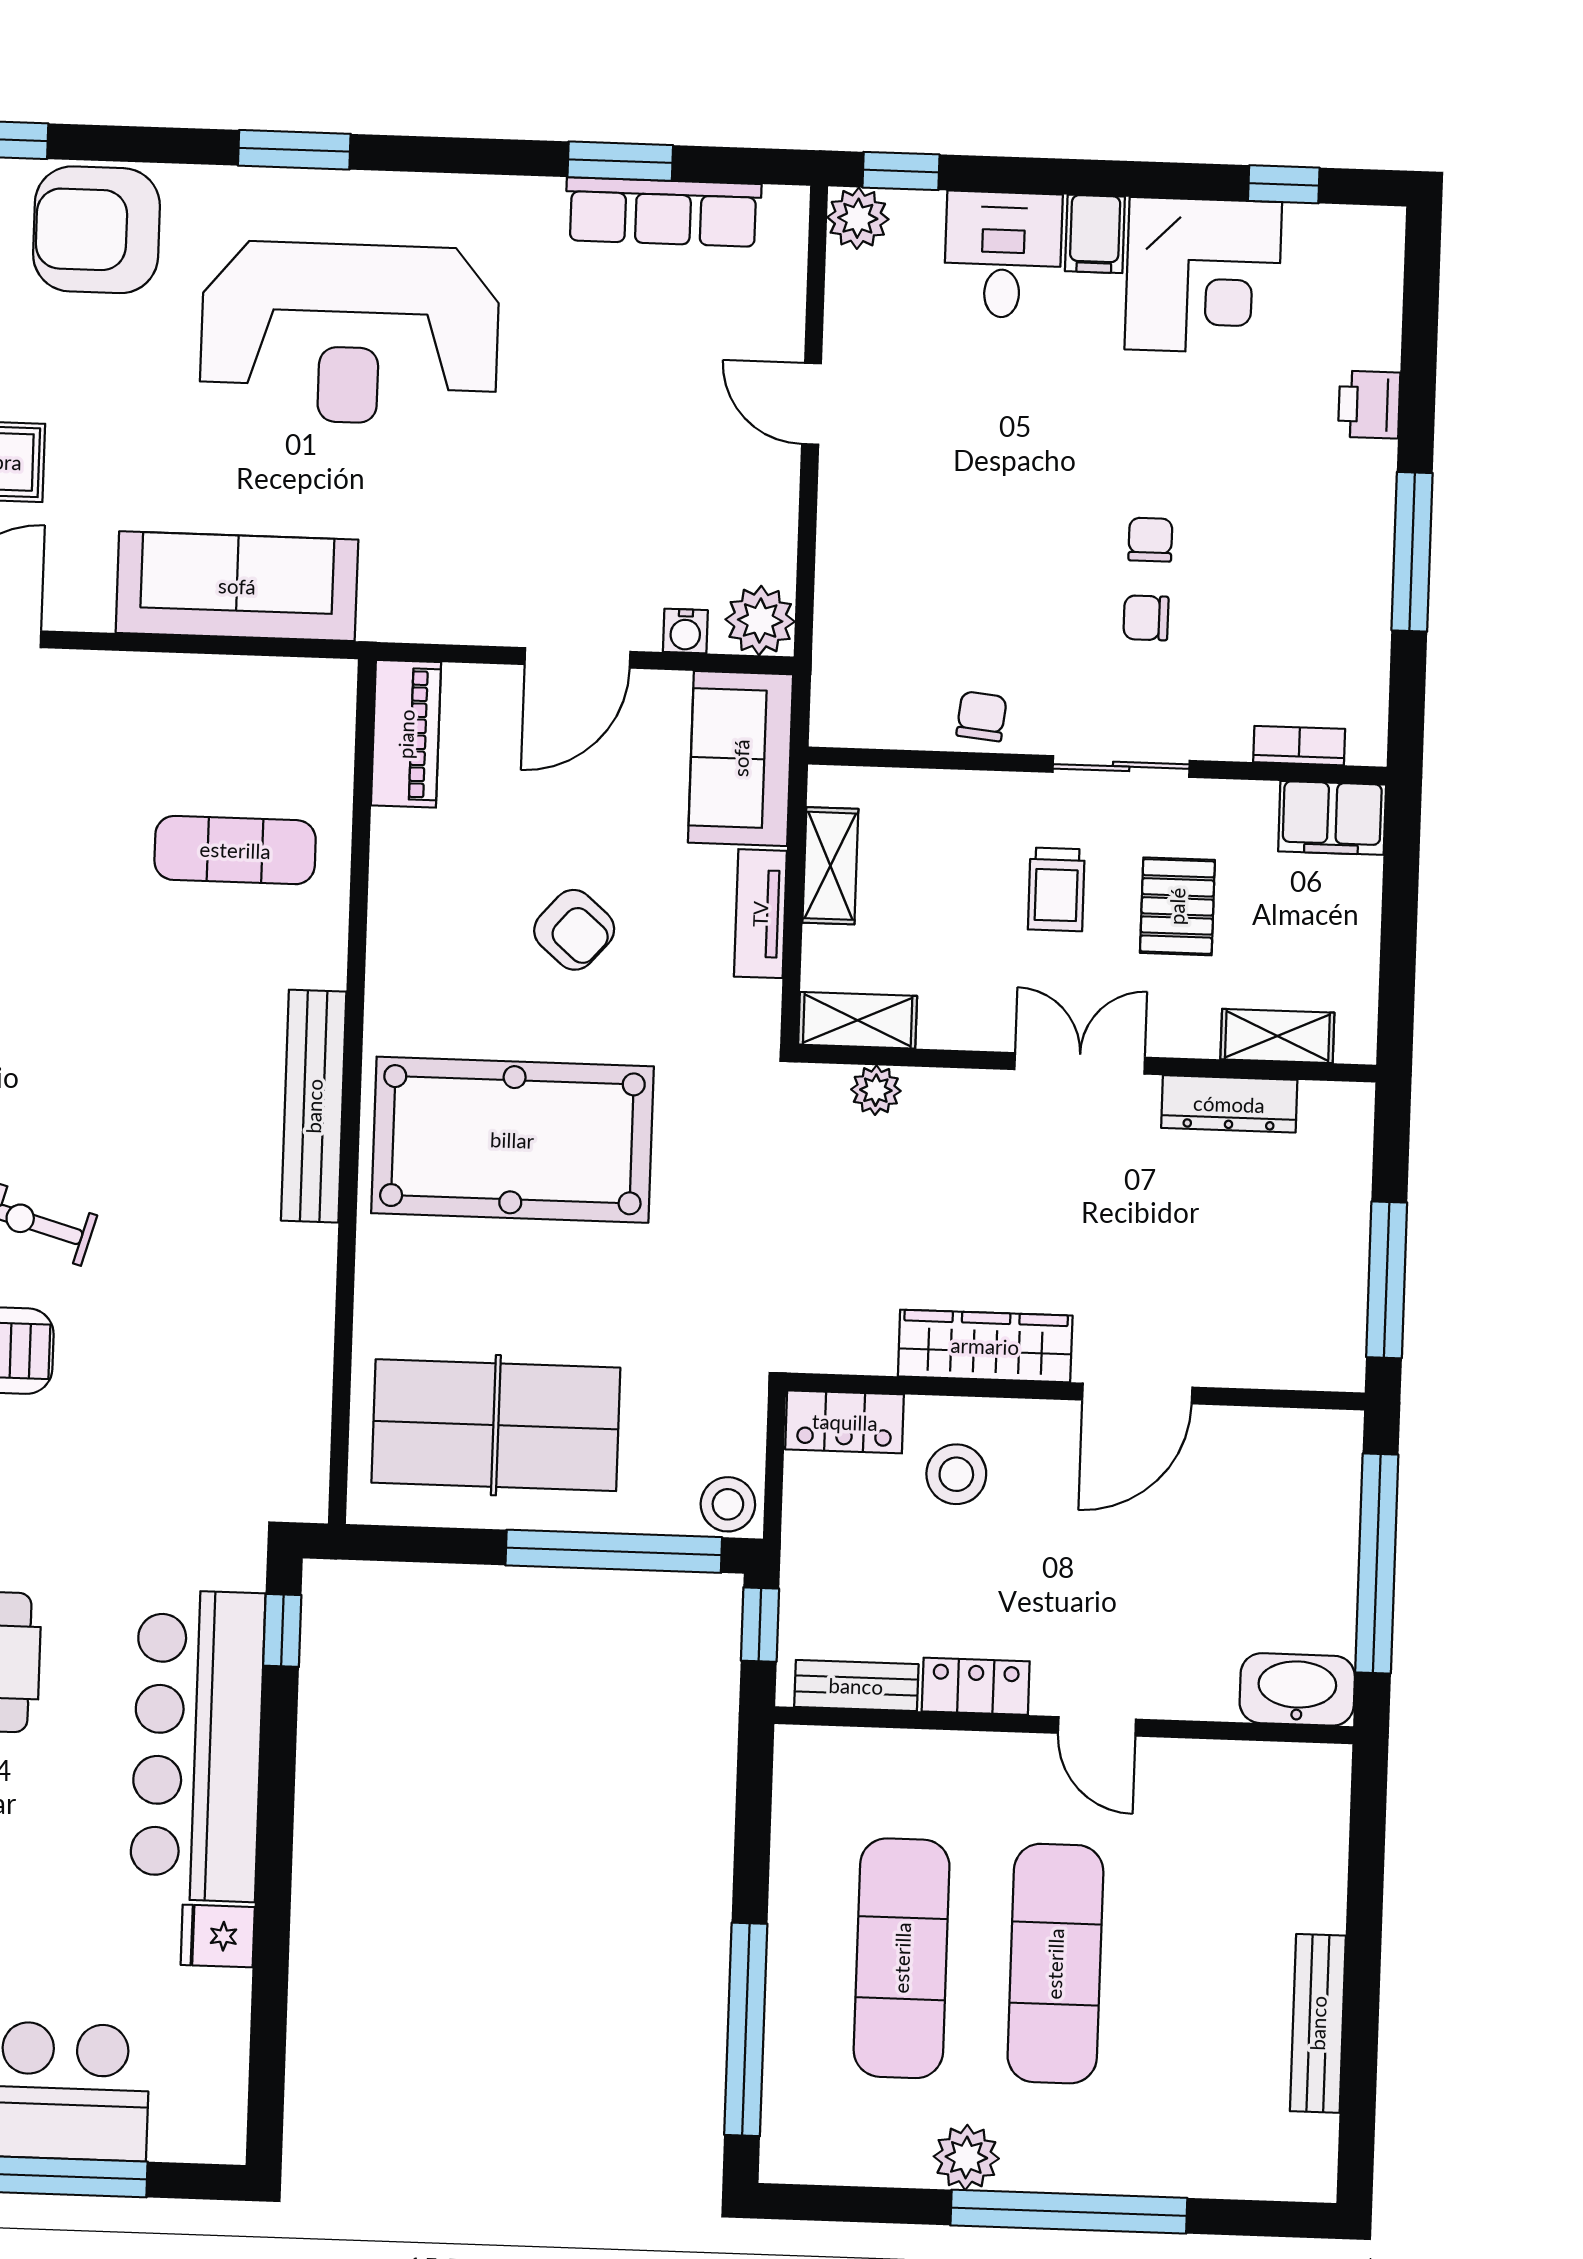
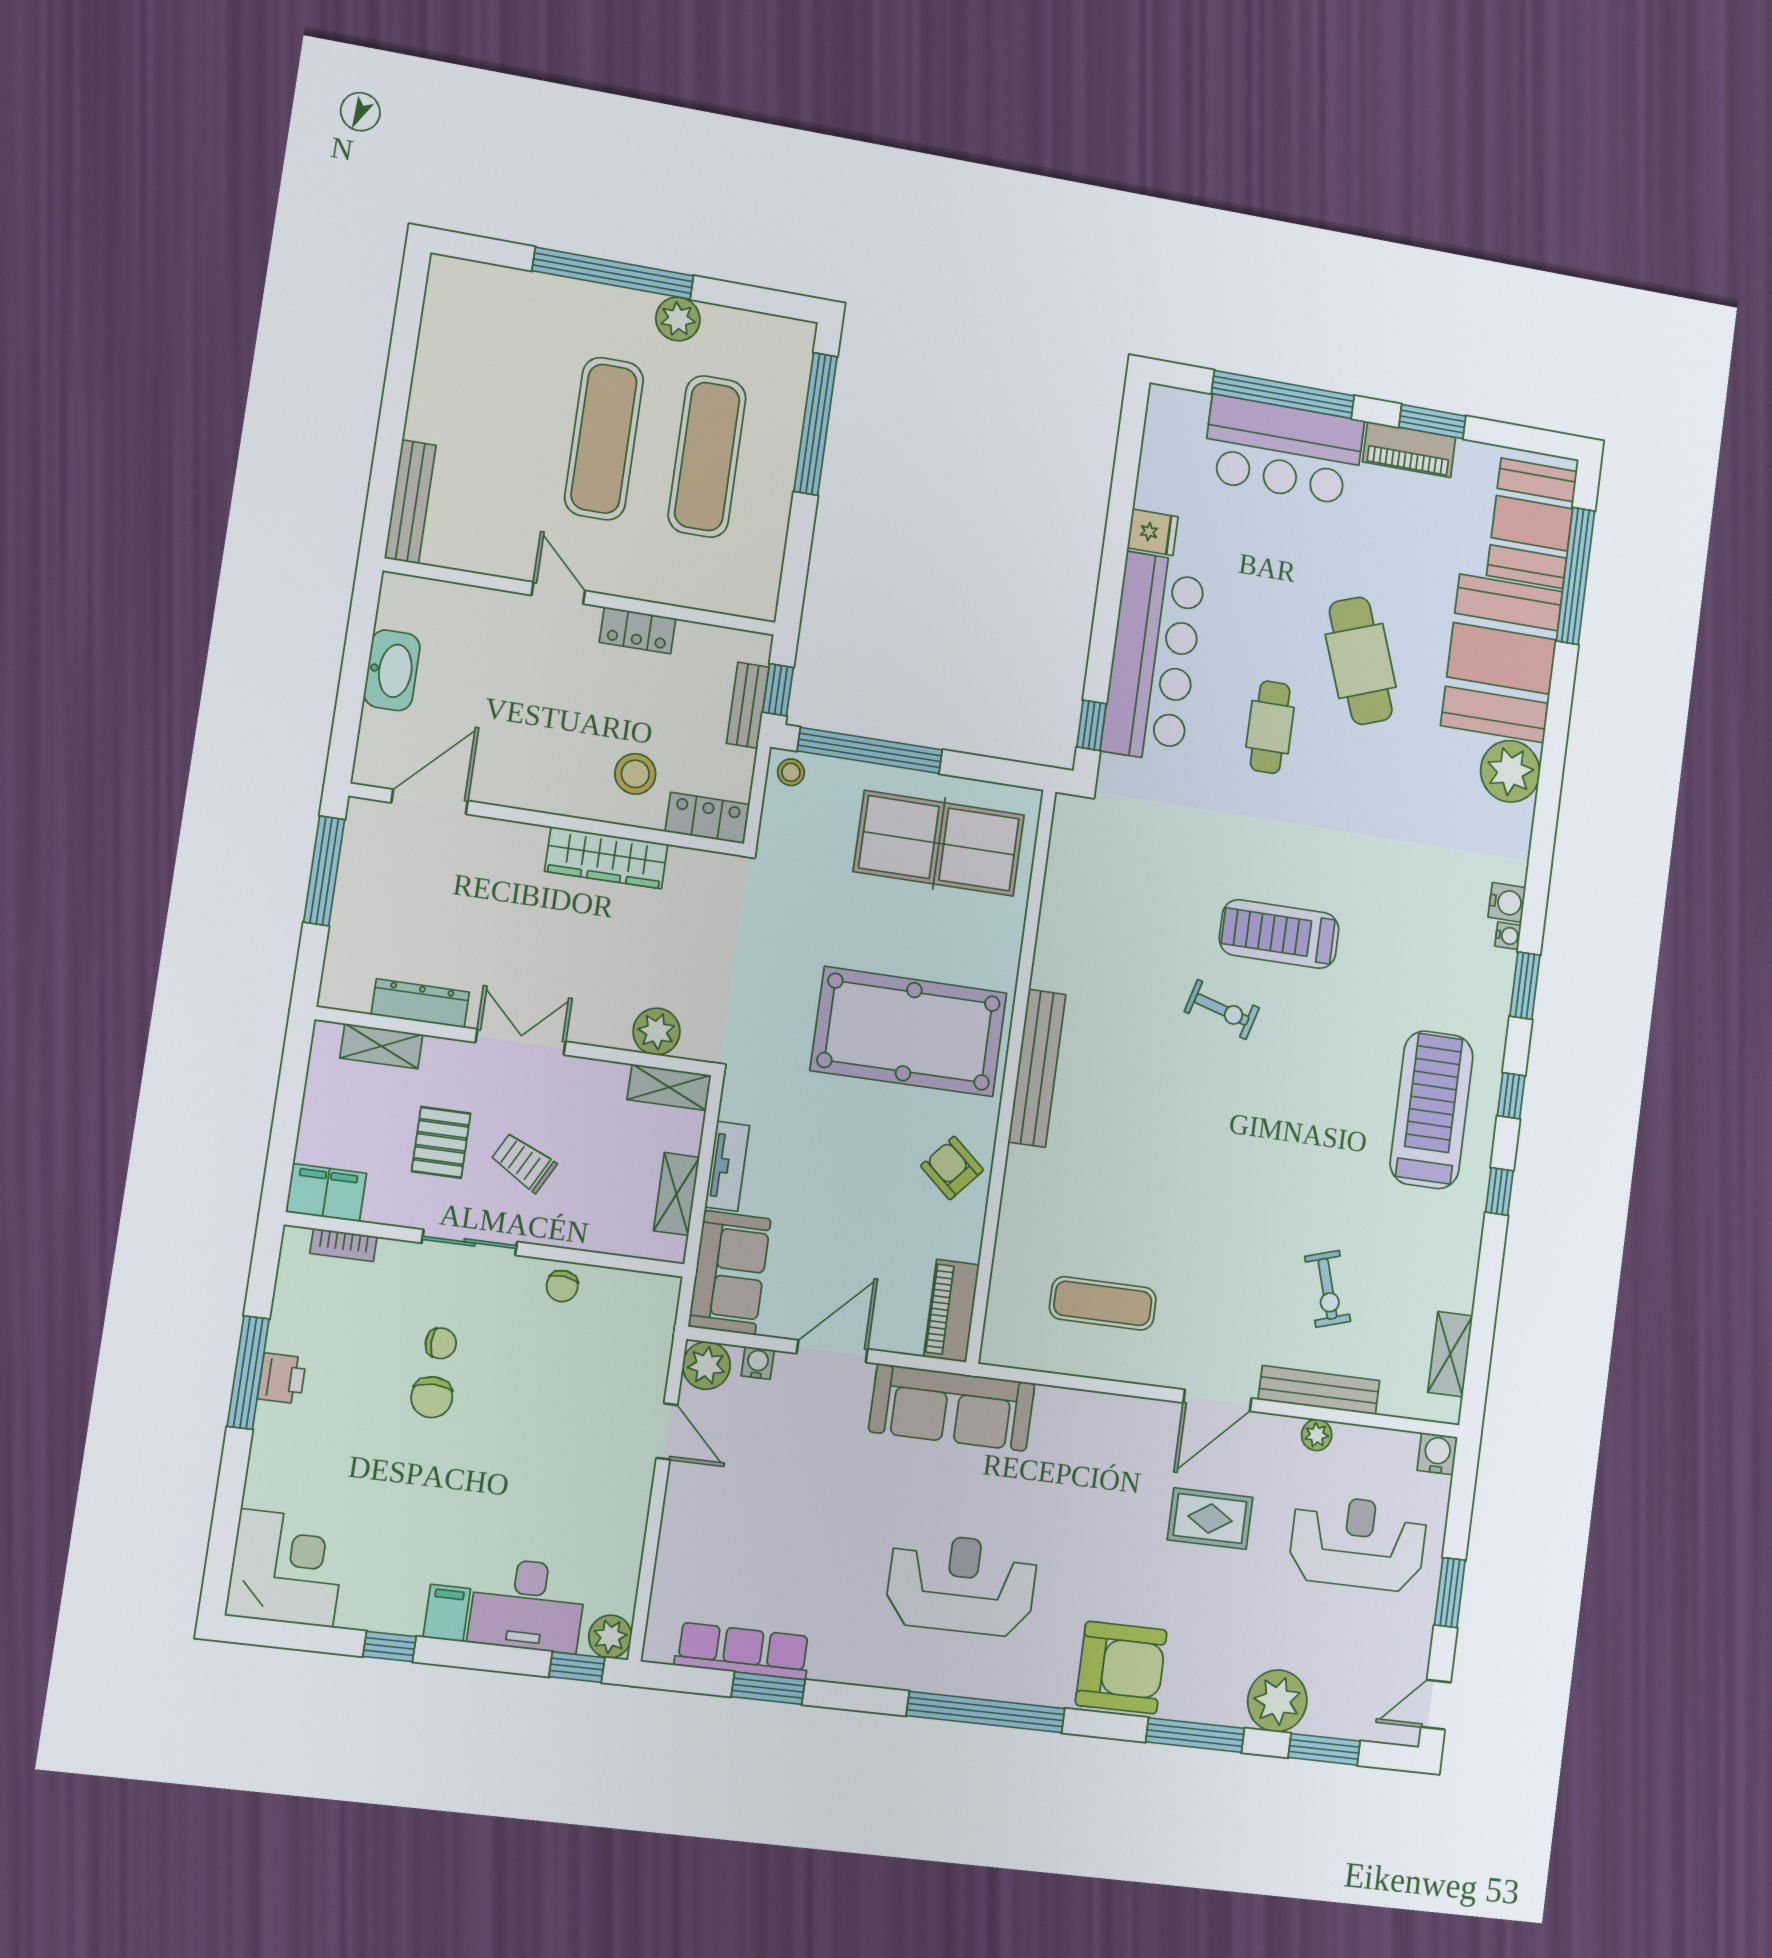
window: (294, 150) -> (986, 1712), width x2.11
window: (1284, 184) -> (390, 1646), moved
desk: (1003, 255) -> (527, 1605), width x1.37
corner desk: (1203, 276) -> (287, 1568), moved, turned 90
reception desk: (350, 333) -> (962, 1584), width x0.74, depth x0.77
door: (812, 404) -> (667, 1431), moved
printer: (1369, 405) -> (282, 1378), moved
chair: (1150, 540) -> (432, 1397), width x1.37, depth x1.37
sofa: (237, 586) -> (952, 1407), moved
exercise mat: (235, 850) -> (1103, 1303), moved
trolley: (1056, 889) -> (524, 1162), turned -62
armchair: (574, 930) -> (952, 1168), moved
double door: (1080, 1063) -> (521, 1042), swing flipped
plant: (876, 1090) -> (656, 1032), width x1.38, depth x1.38
door: (1137, 1394) -> (429, 802), moved
stool: (728, 1504) -> (791, 772), width x0.73, depth x0.73
window: (1377, 1564) -> (353, 678), removed
bench: (856, 1686) -> (748, 705), moved, turned 90
washbasin: (1297, 1689) -> (392, 670), moved, turned -90
bench: (1318, 2023) -> (410, 502), moved

